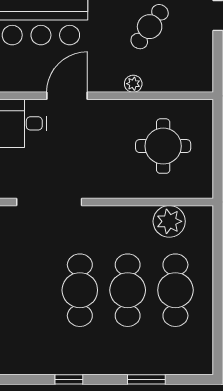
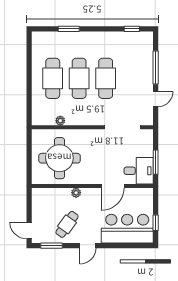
round table: (163, 146) -> (59, 158), width x1.36, depth x1.36
plant: (169, 221) -> (60, 121), width x0.53, depth x0.53
window: (69, 379) -> (132, 29), moved

